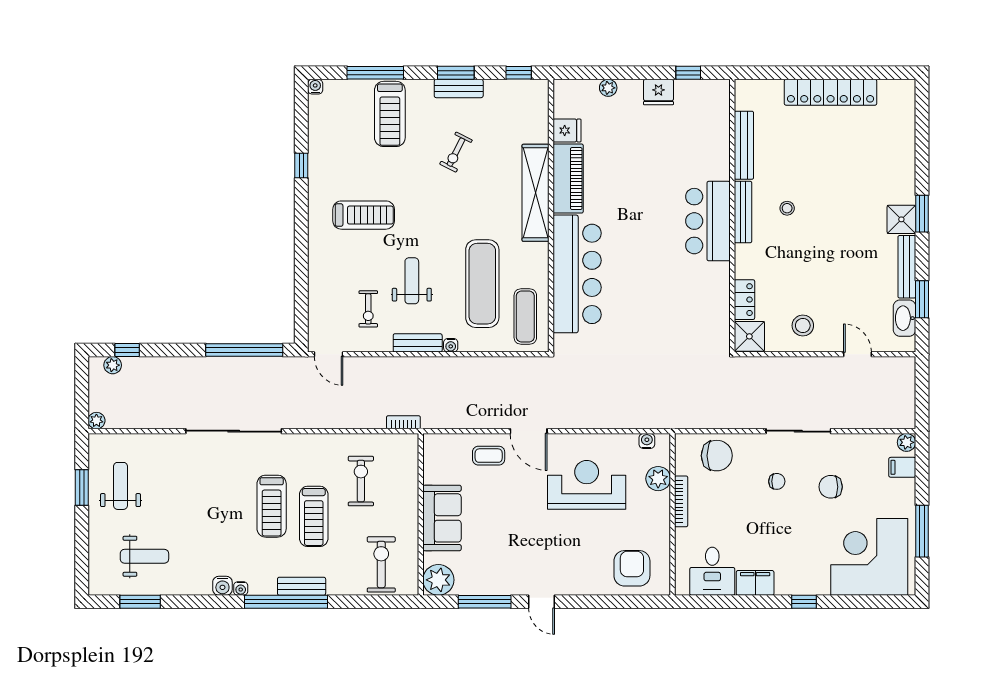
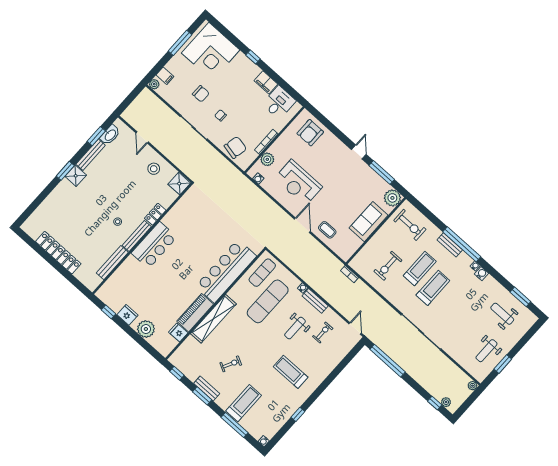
plant: (608, 88) -> (146, 329), width x1.88, depth x1.88
locker: (744, 300) -> (155, 214), moved
chair: (717, 456) -> (235, 147), turned 102
exercise bike: (381, 564) -> (410, 225), turned -90

